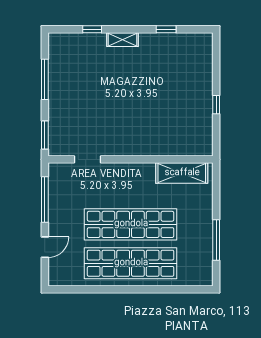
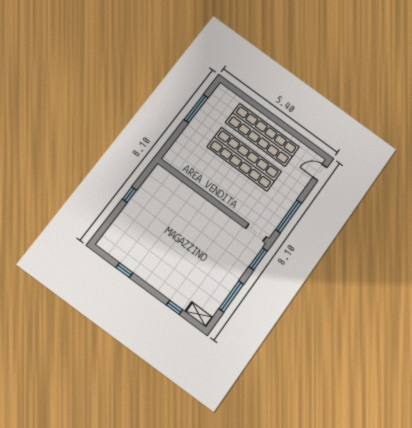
shelving: (123, 40) -> (199, 314), moved
doorway: (88, 159) -> (256, 232), moved
shelving: (182, 173) -> (186, 167), removed
door: (45, 247) -> (320, 172), moved

